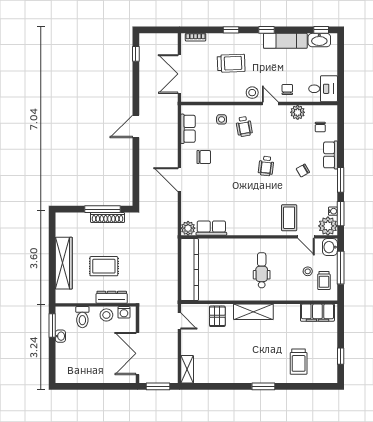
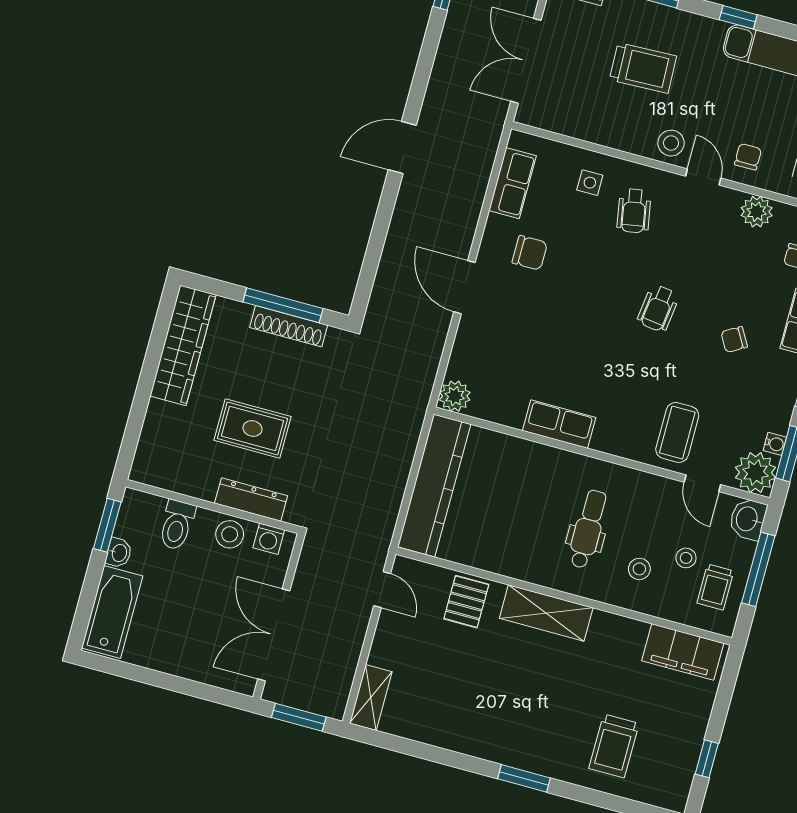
row of seats: (211, 228) -> (559, 424), moved
wardrobe: (64, 263) -> (183, 345), moved
stool: (289, 282) -> (639, 569), added
bathtub: (64, 363) -> (112, 612), added

